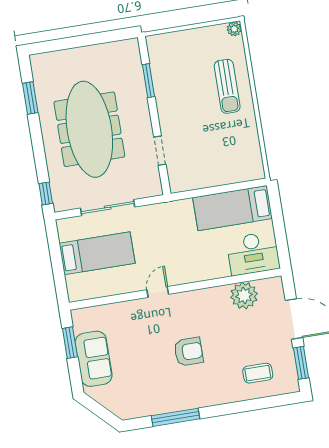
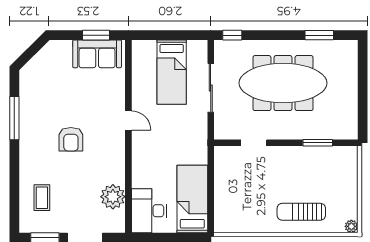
sofa: (94, 359) -> (97, 54), moved

